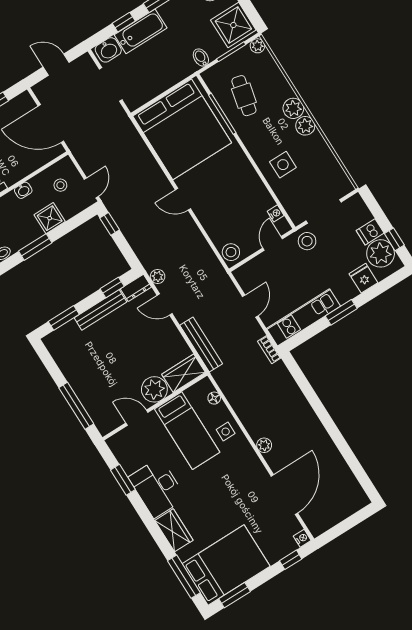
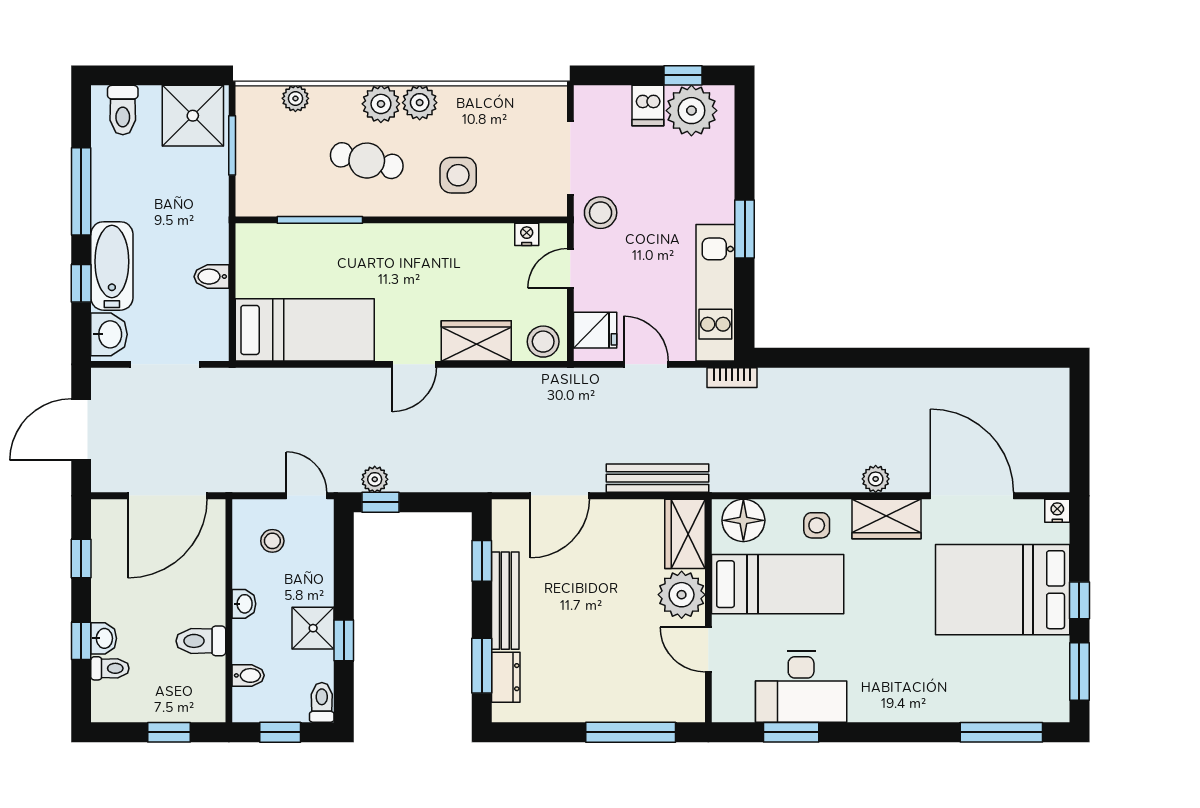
plant: (258, 46) -> (295, 98), moved
bidet: (201, 57) -> (211, 277), moved
door: (56, 65) -> (81, 430), width x1.38
cafe table: (244, 96) -> (367, 161), moved
bed: (182, 129) -> (305, 330), width x0.49
shower: (50, 218) -> (313, 628), moved
wardrobe: (212, 221) -> (476, 341), added
door: (273, 243) -> (570, 268), hinge flipped
window: (35, 247) -> (344, 640), width x0.67
plant: (158, 276) -> (375, 479), moved
fridge: (363, 278) -> (595, 330), moved, turned 180
dresser: (136, 288) -> (506, 677), moved
door: (165, 305) -> (560, 496), width x1.38
floor lamp: (214, 398) -> (743, 520), width x1.89, depth x1.89
door: (137, 418) -> (708, 650), hinge flipped
desk: (157, 488) -> (801, 687), moved
wardrobe: (174, 530) -> (887, 519), moved, turned 180
window: (291, 560) -> (1079, 600), moved
bed: (226, 565) -> (1003, 590), moved, turned -90

